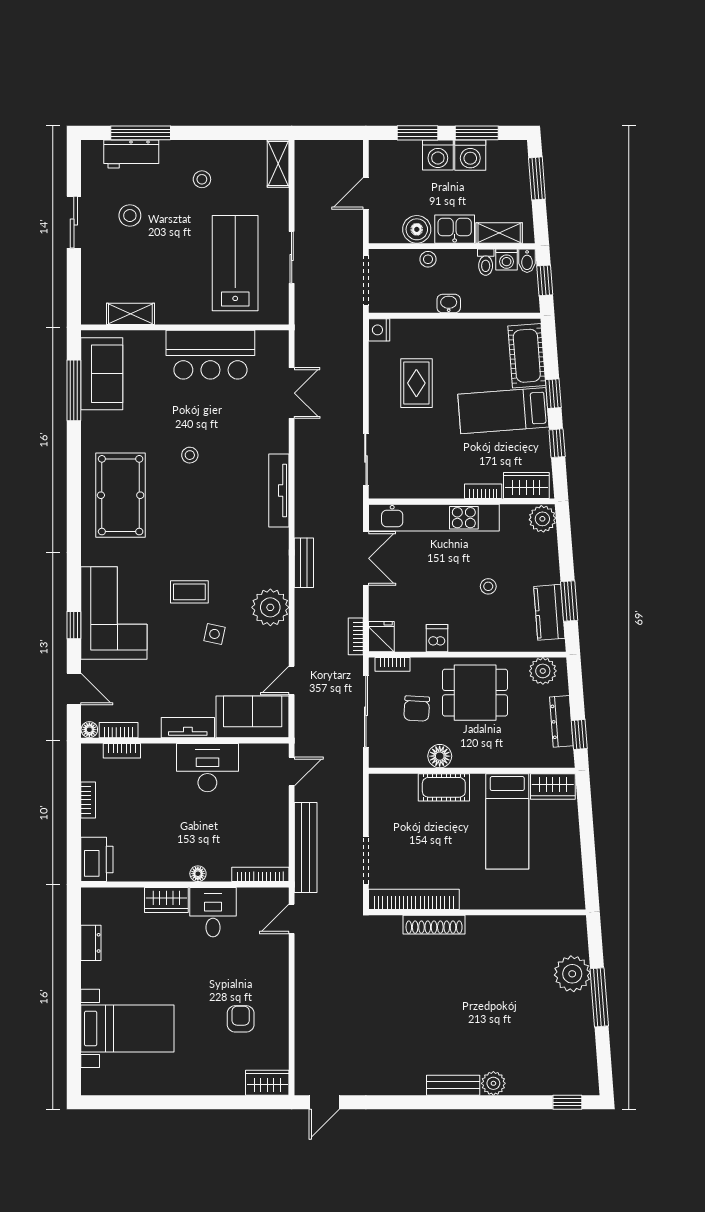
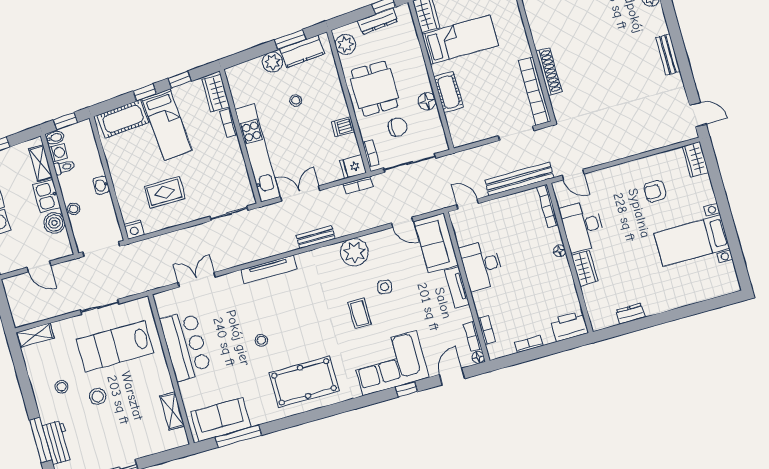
stool: (130, 216) -> (98, 396), moved
plant: (542, 519) -> (272, 62), moved
desk: (213, 912) -> (582, 226), width x1.37
bed with nightstands: (127, 1028) -> (692, 241), moved, turned -90
bench: (453, 1085) -> (668, 54), moved

